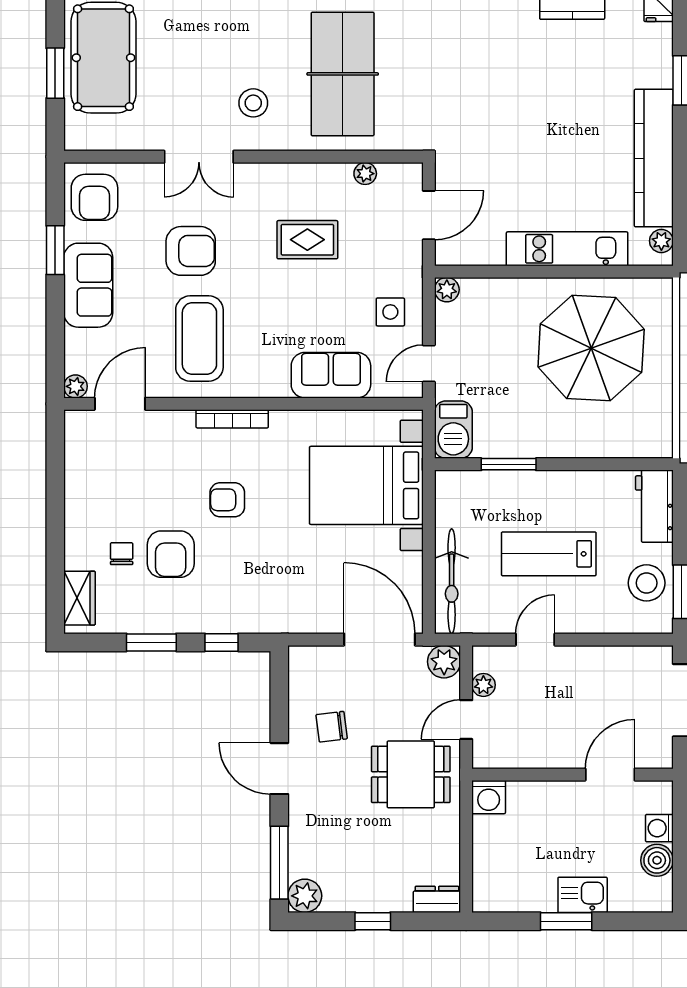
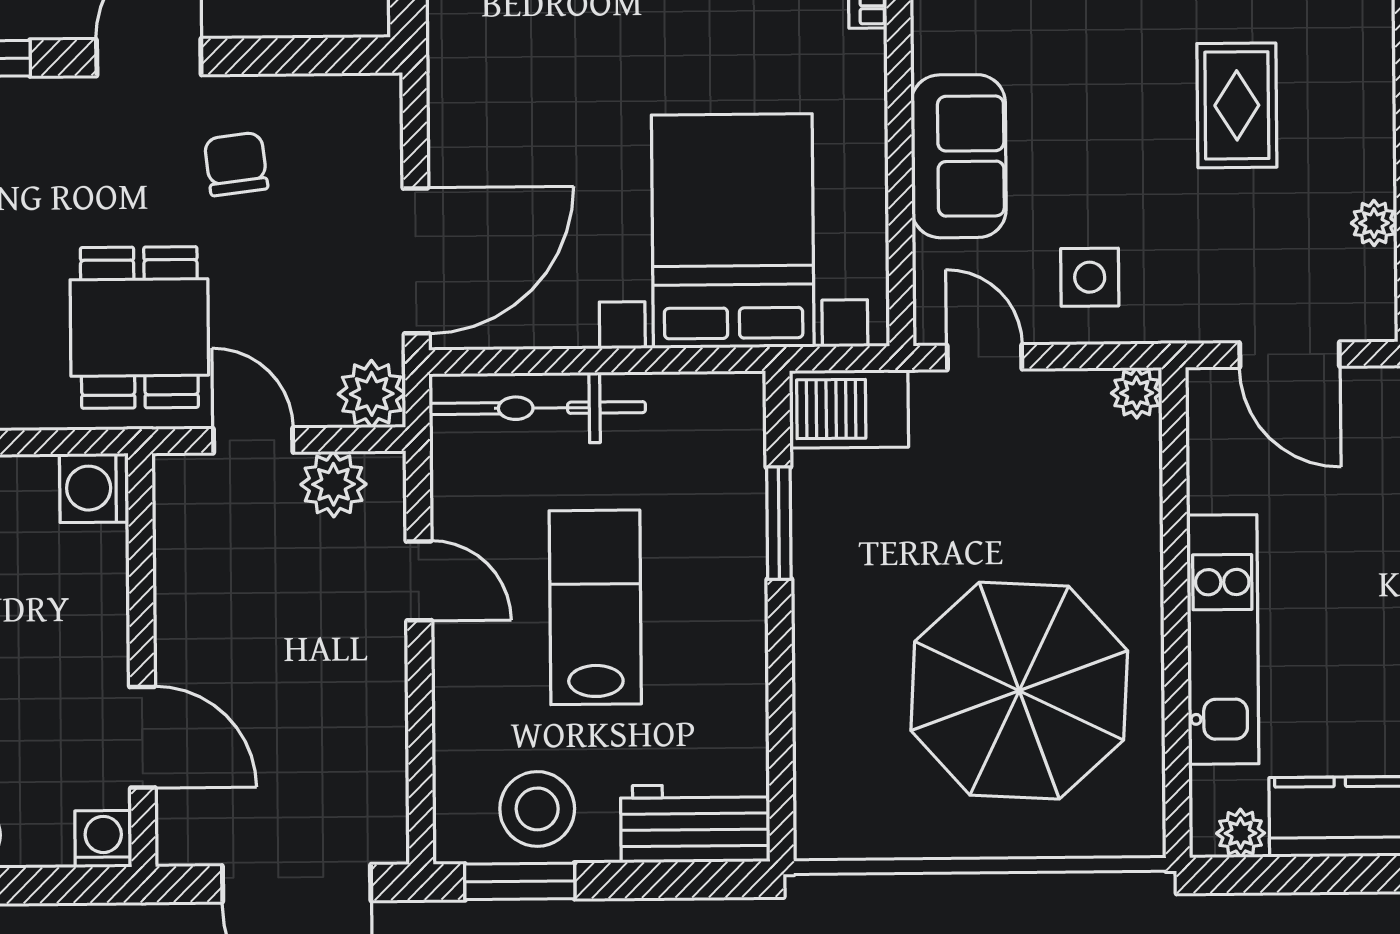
plant: (483, 685) -> (334, 484), width x1.38, depth x1.38
washing machine: (659, 828) -> (103, 839), moved

